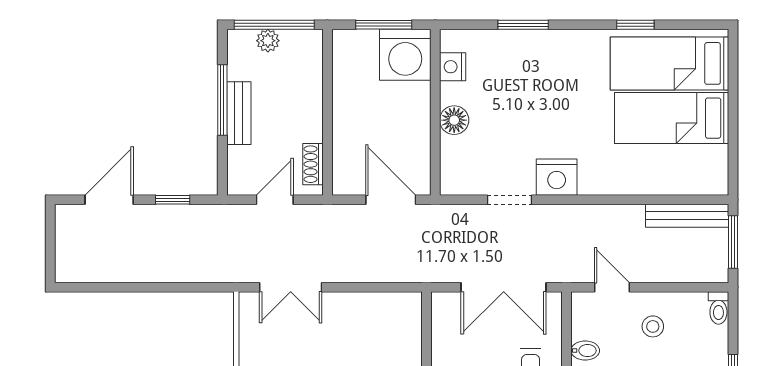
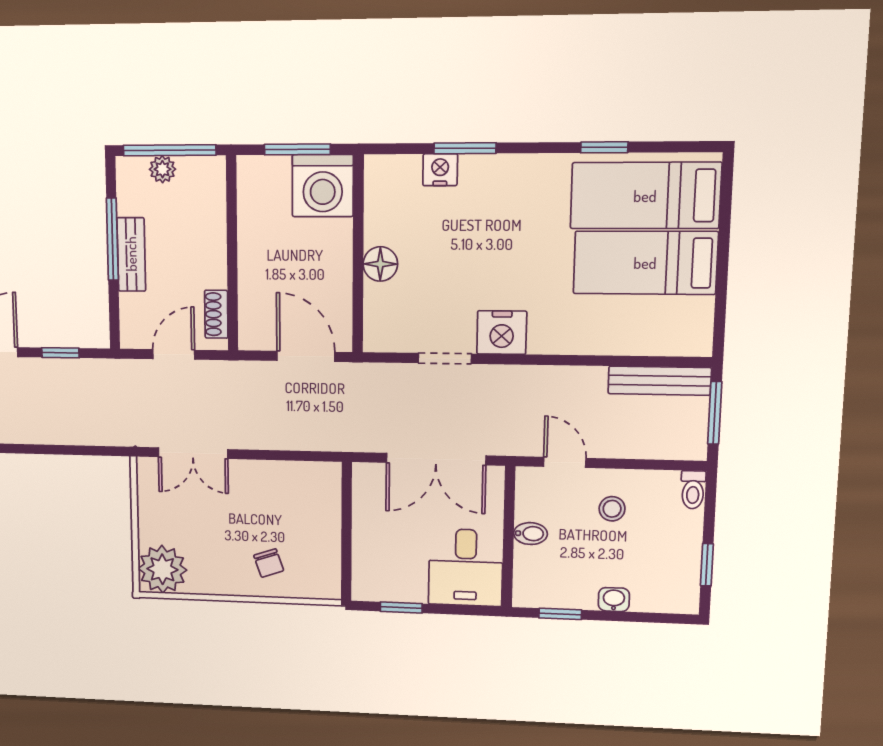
nightstand: (453, 67) -> (440, 170), moved, turned 90

